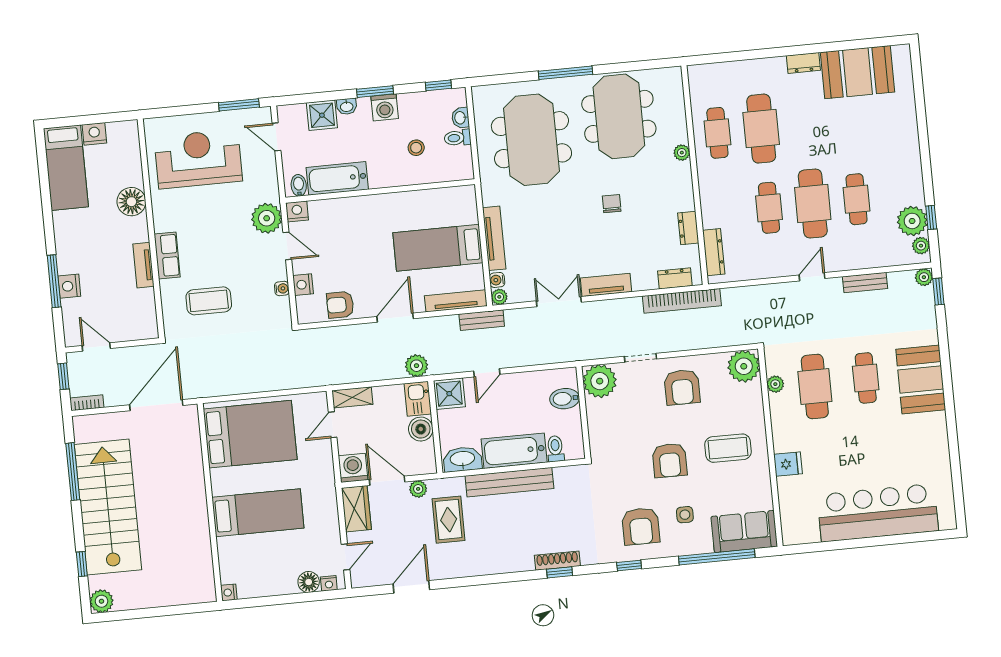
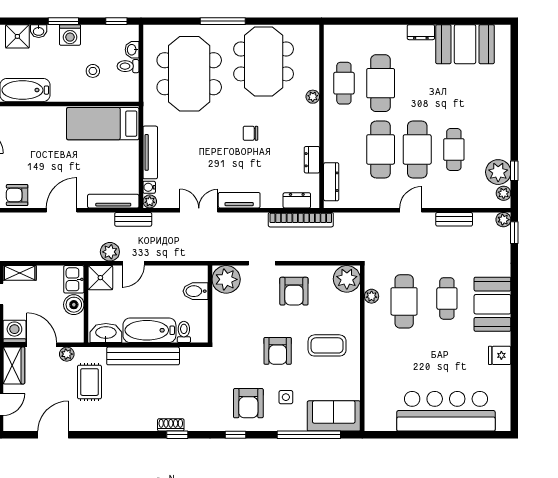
chair: (612, 204) -> (250, 133), turned -90
cafe table: (769, 208) -> (381, 149), width x1.37, depth x1.35
bed: (438, 248) -> (103, 124), moved
plant: (417, 366) -> (110, 252), moved
fridge: (788, 464) -> (500, 355), moved, turned 180
shoe rack: (557, 561) -> (171, 425), width x0.70

